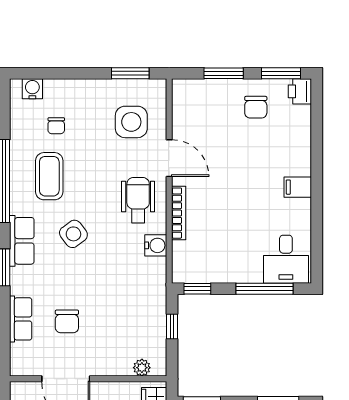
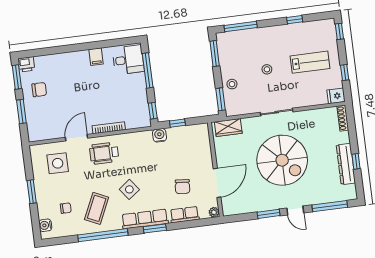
window: (130, 73) -> (32, 192), moved
coffee table: (49, 176) -> (97, 208), turned -65
filing cabinet: (298, 187) -> (96, 57), moved
row of seats: (22, 241) -> (145, 219), width x1.48
water cooler: (156, 245) -> (159, 135), moved
chair: (67, 321) -> (182, 187), turned 95
plant: (142, 368) -> (214, 212), moved

